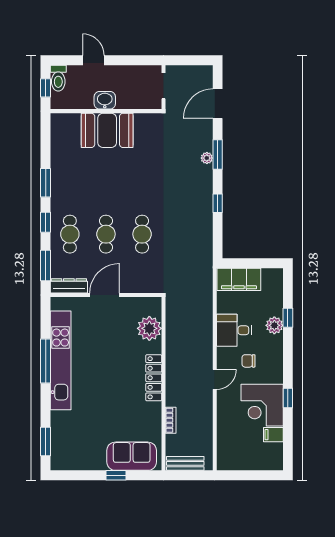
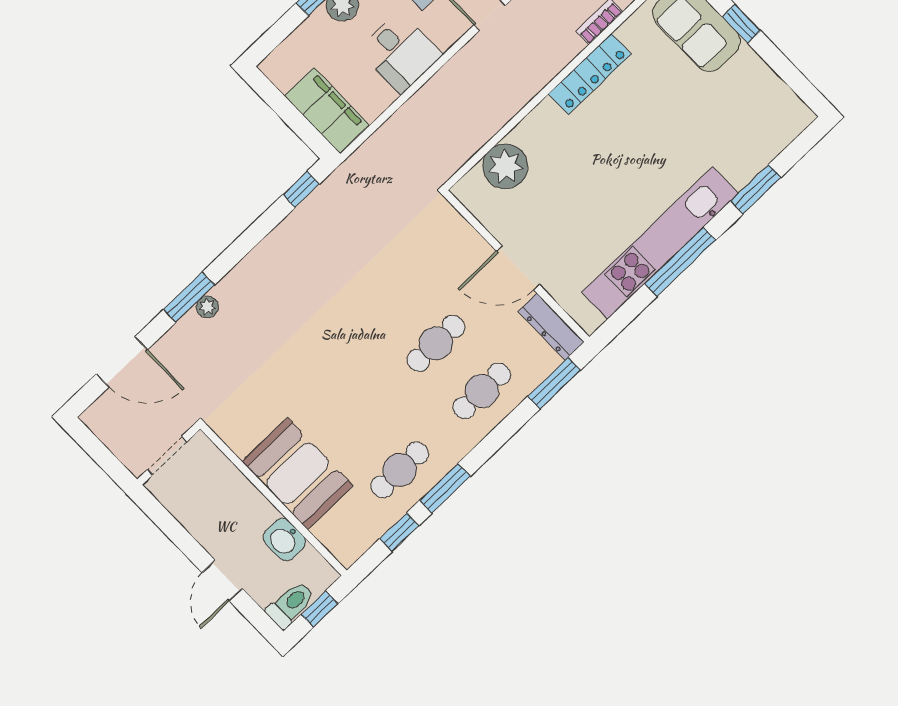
washbasin: (105, 100) -> (284, 540), moved
window: (218, 203) -> (301, 189), moved
window: (46, 222) -> (399, 532), moved
cafe table: (142, 234) -> (400, 470), moved
locker: (154, 378) -> (590, 74), moved
window: (46, 441) -> (756, 189), moved

